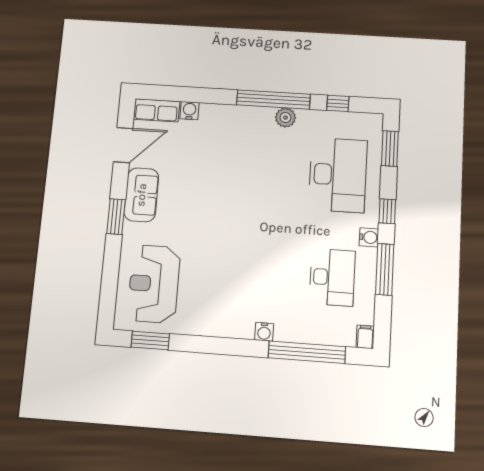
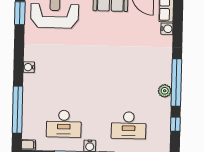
desk: (338, 175) -> (129, 125), width x0.73, depth x0.77
water cooler: (264, 332) -> (29, 67), moved

